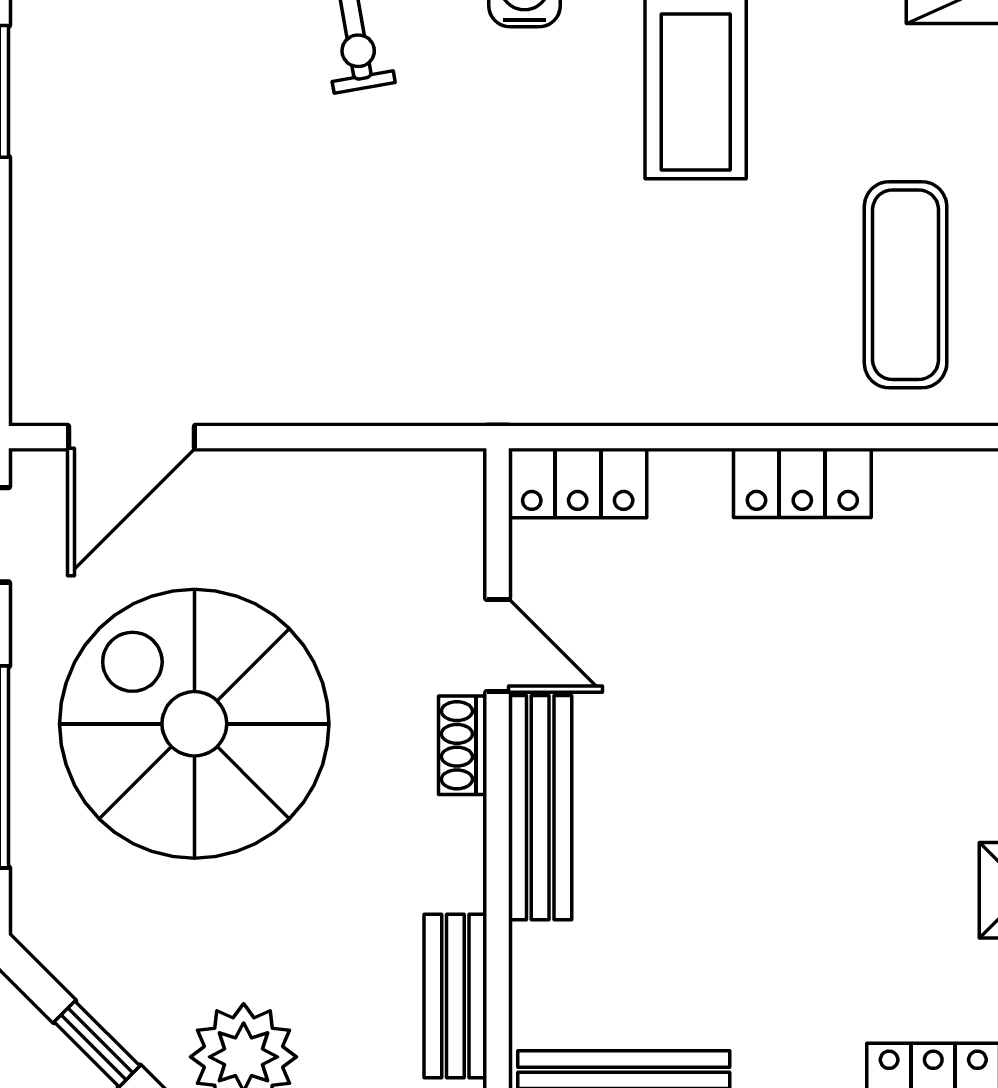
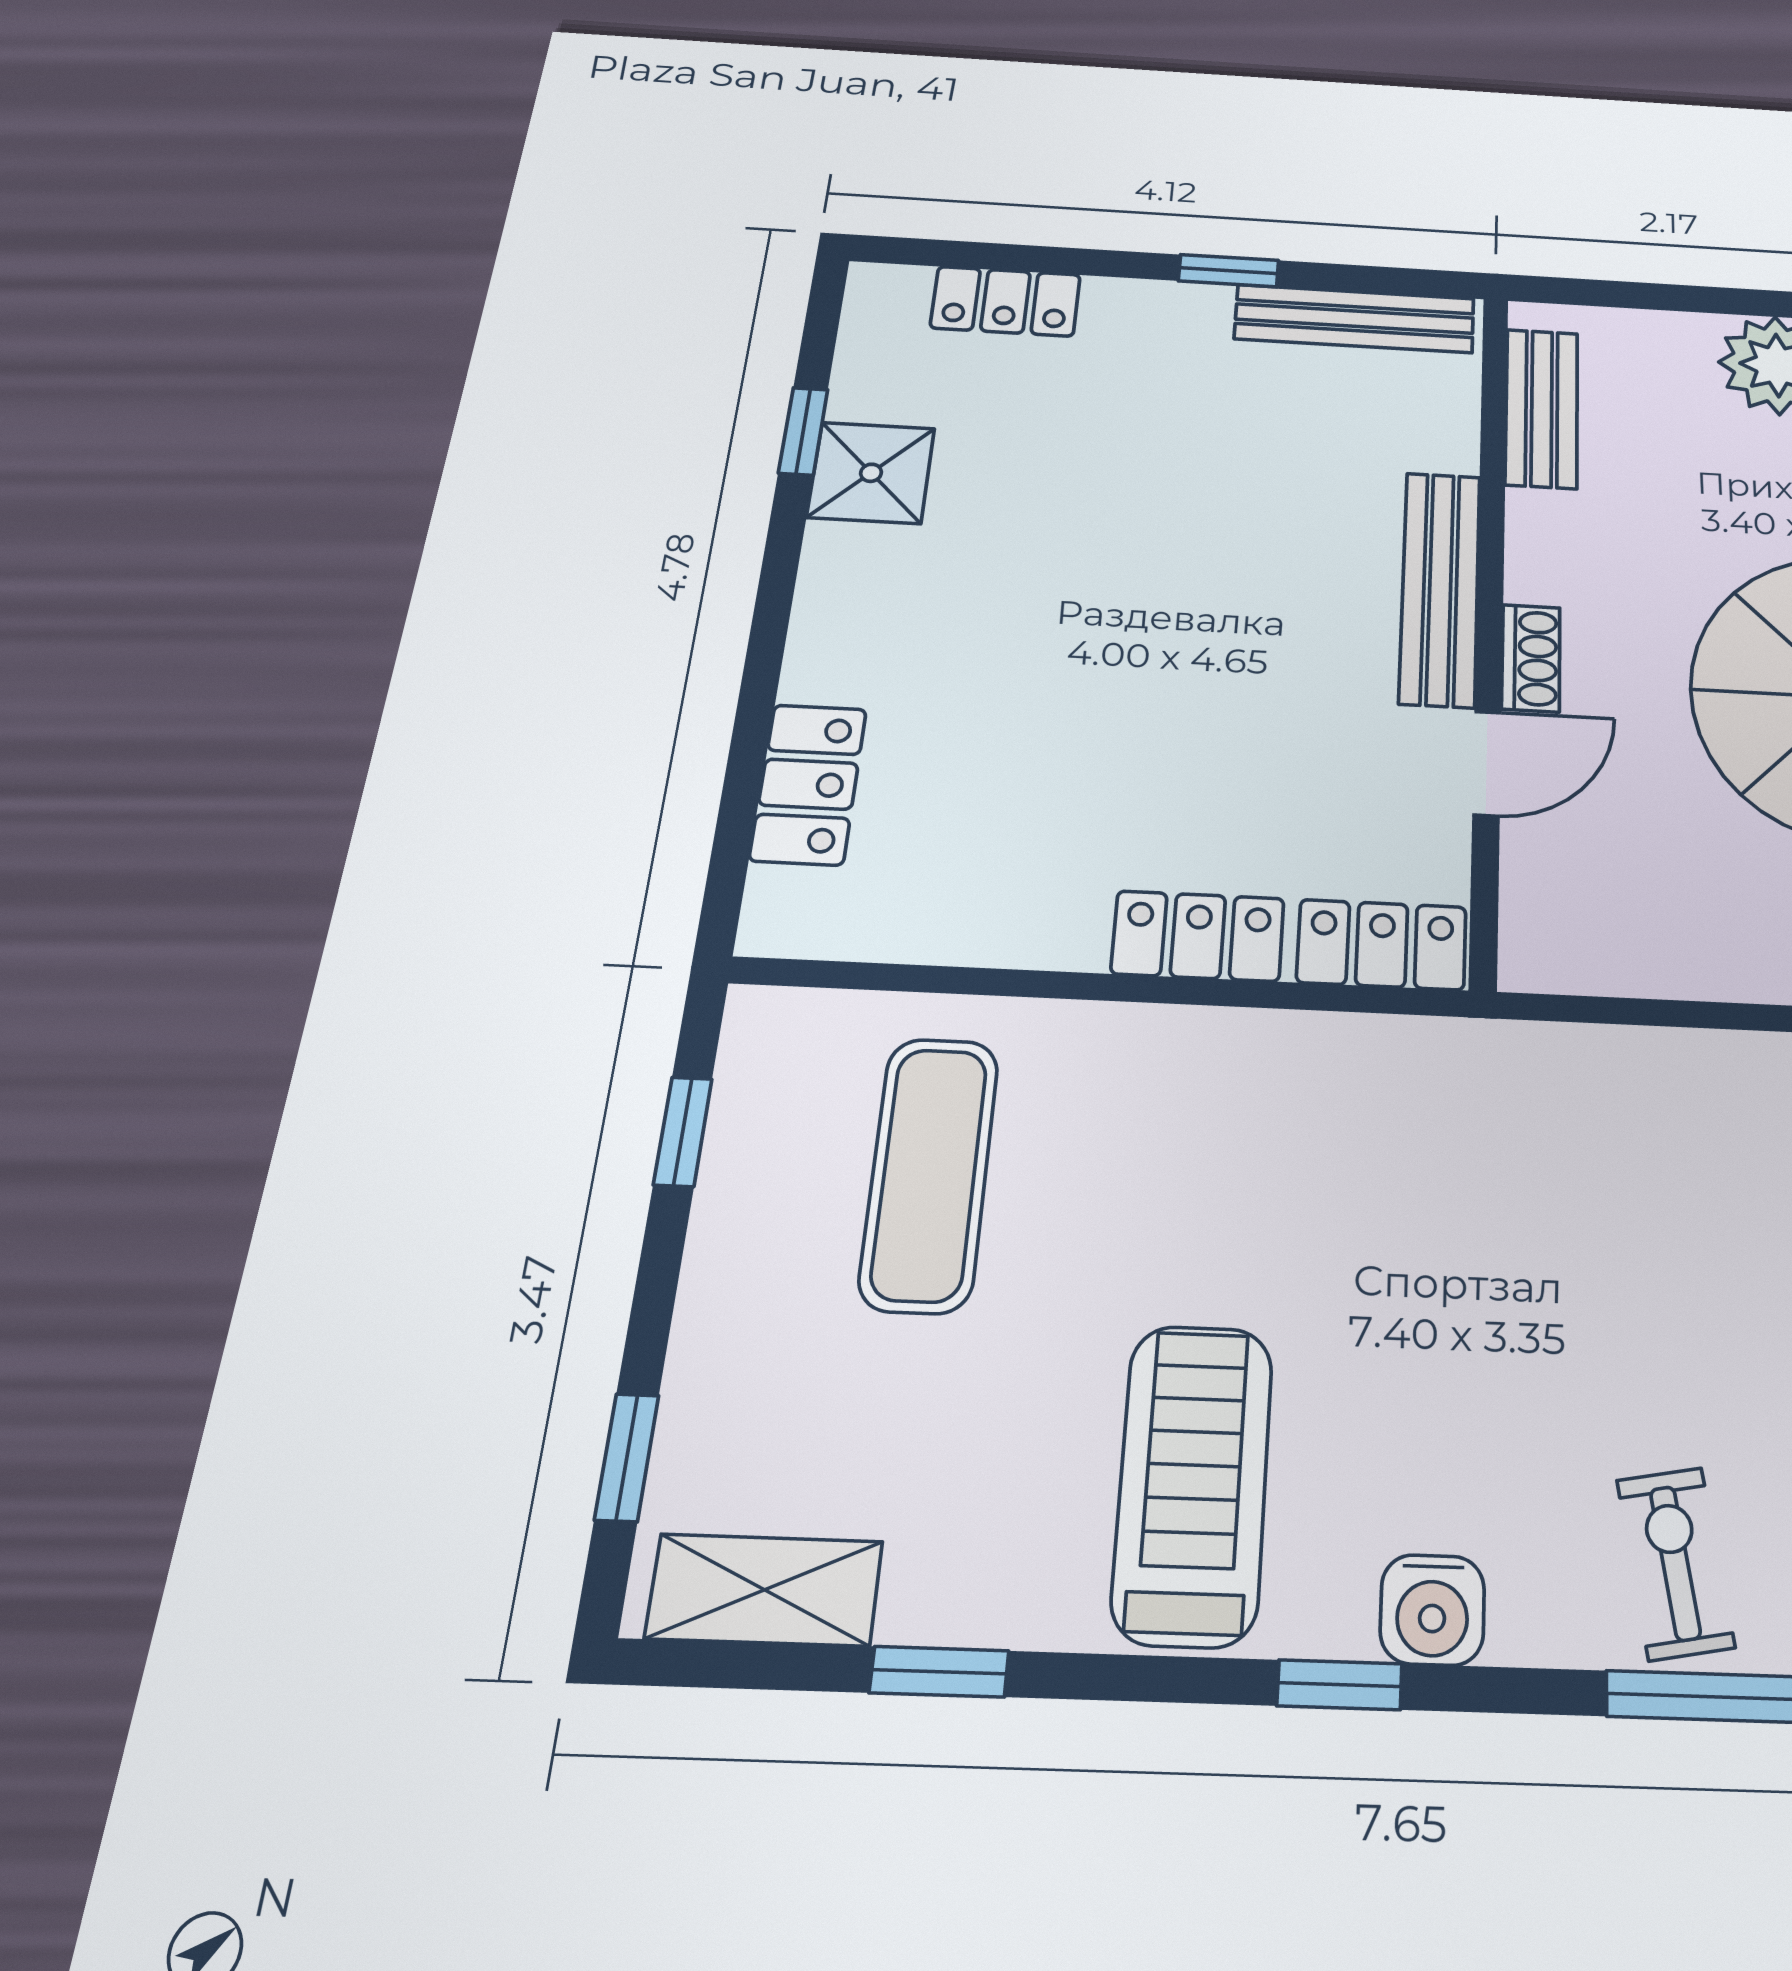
locker: (802, 483) -> (1198, 936), moved
door: (498, 646) -> (1487, 763), swing flipped

